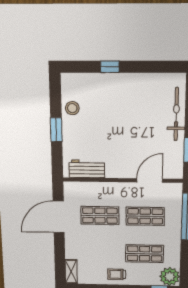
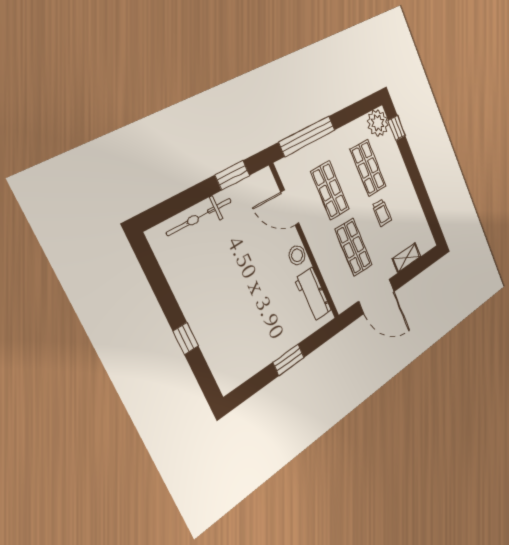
stool: (72, 108) -> (297, 255), moved
shelving: (71, 272) -> (406, 258), moved
trolley: (117, 274) -> (382, 213), moved

